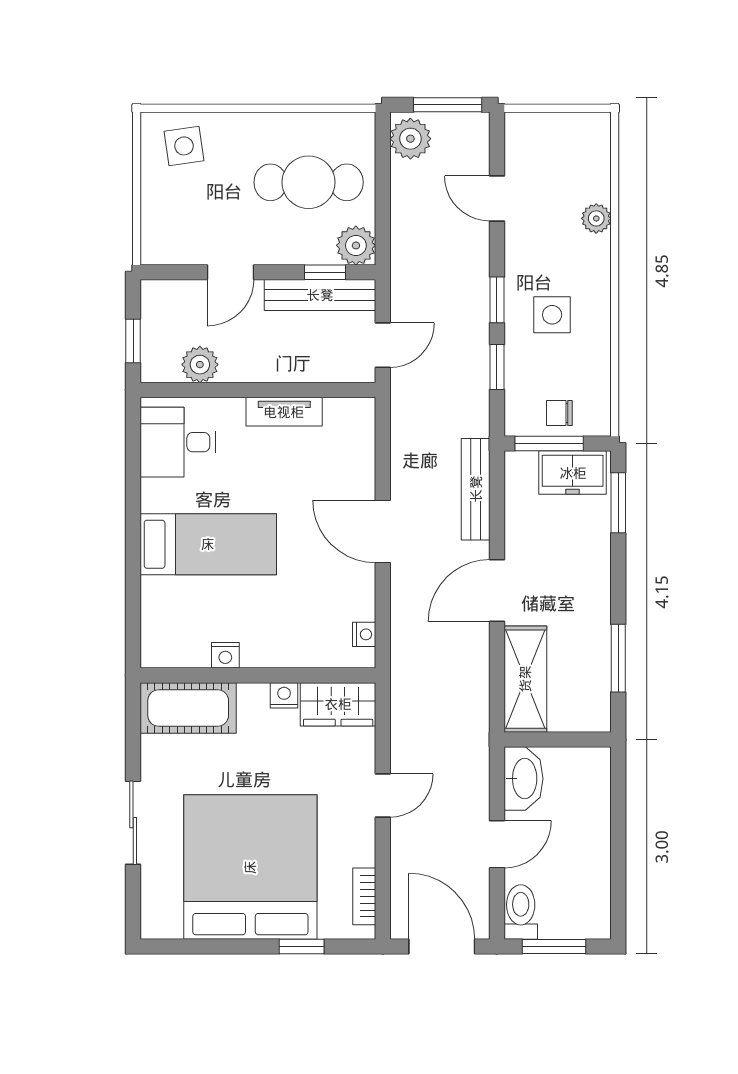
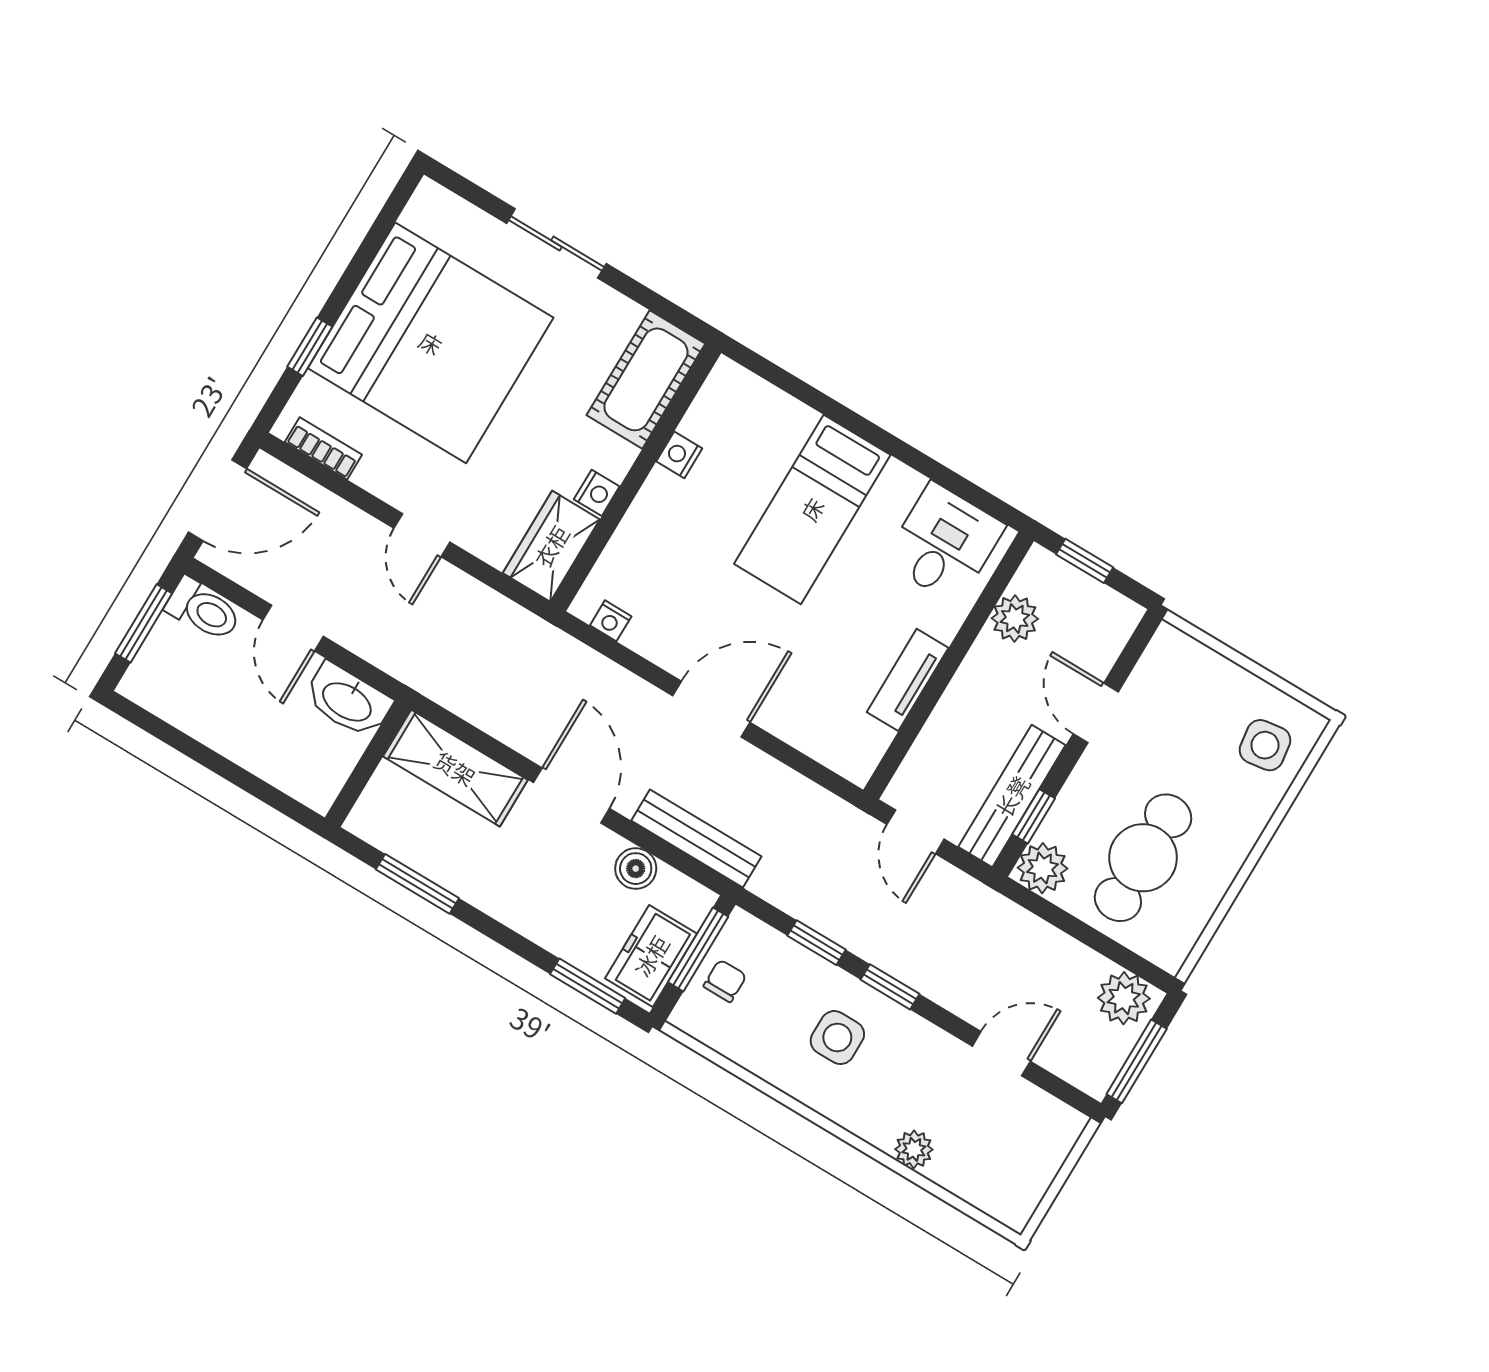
boiler: (520, 518) -> (636, 869), added

